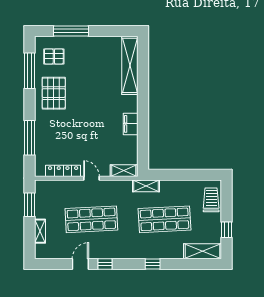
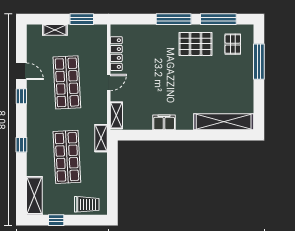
window: (29, 138) -> (174, 19), moved

